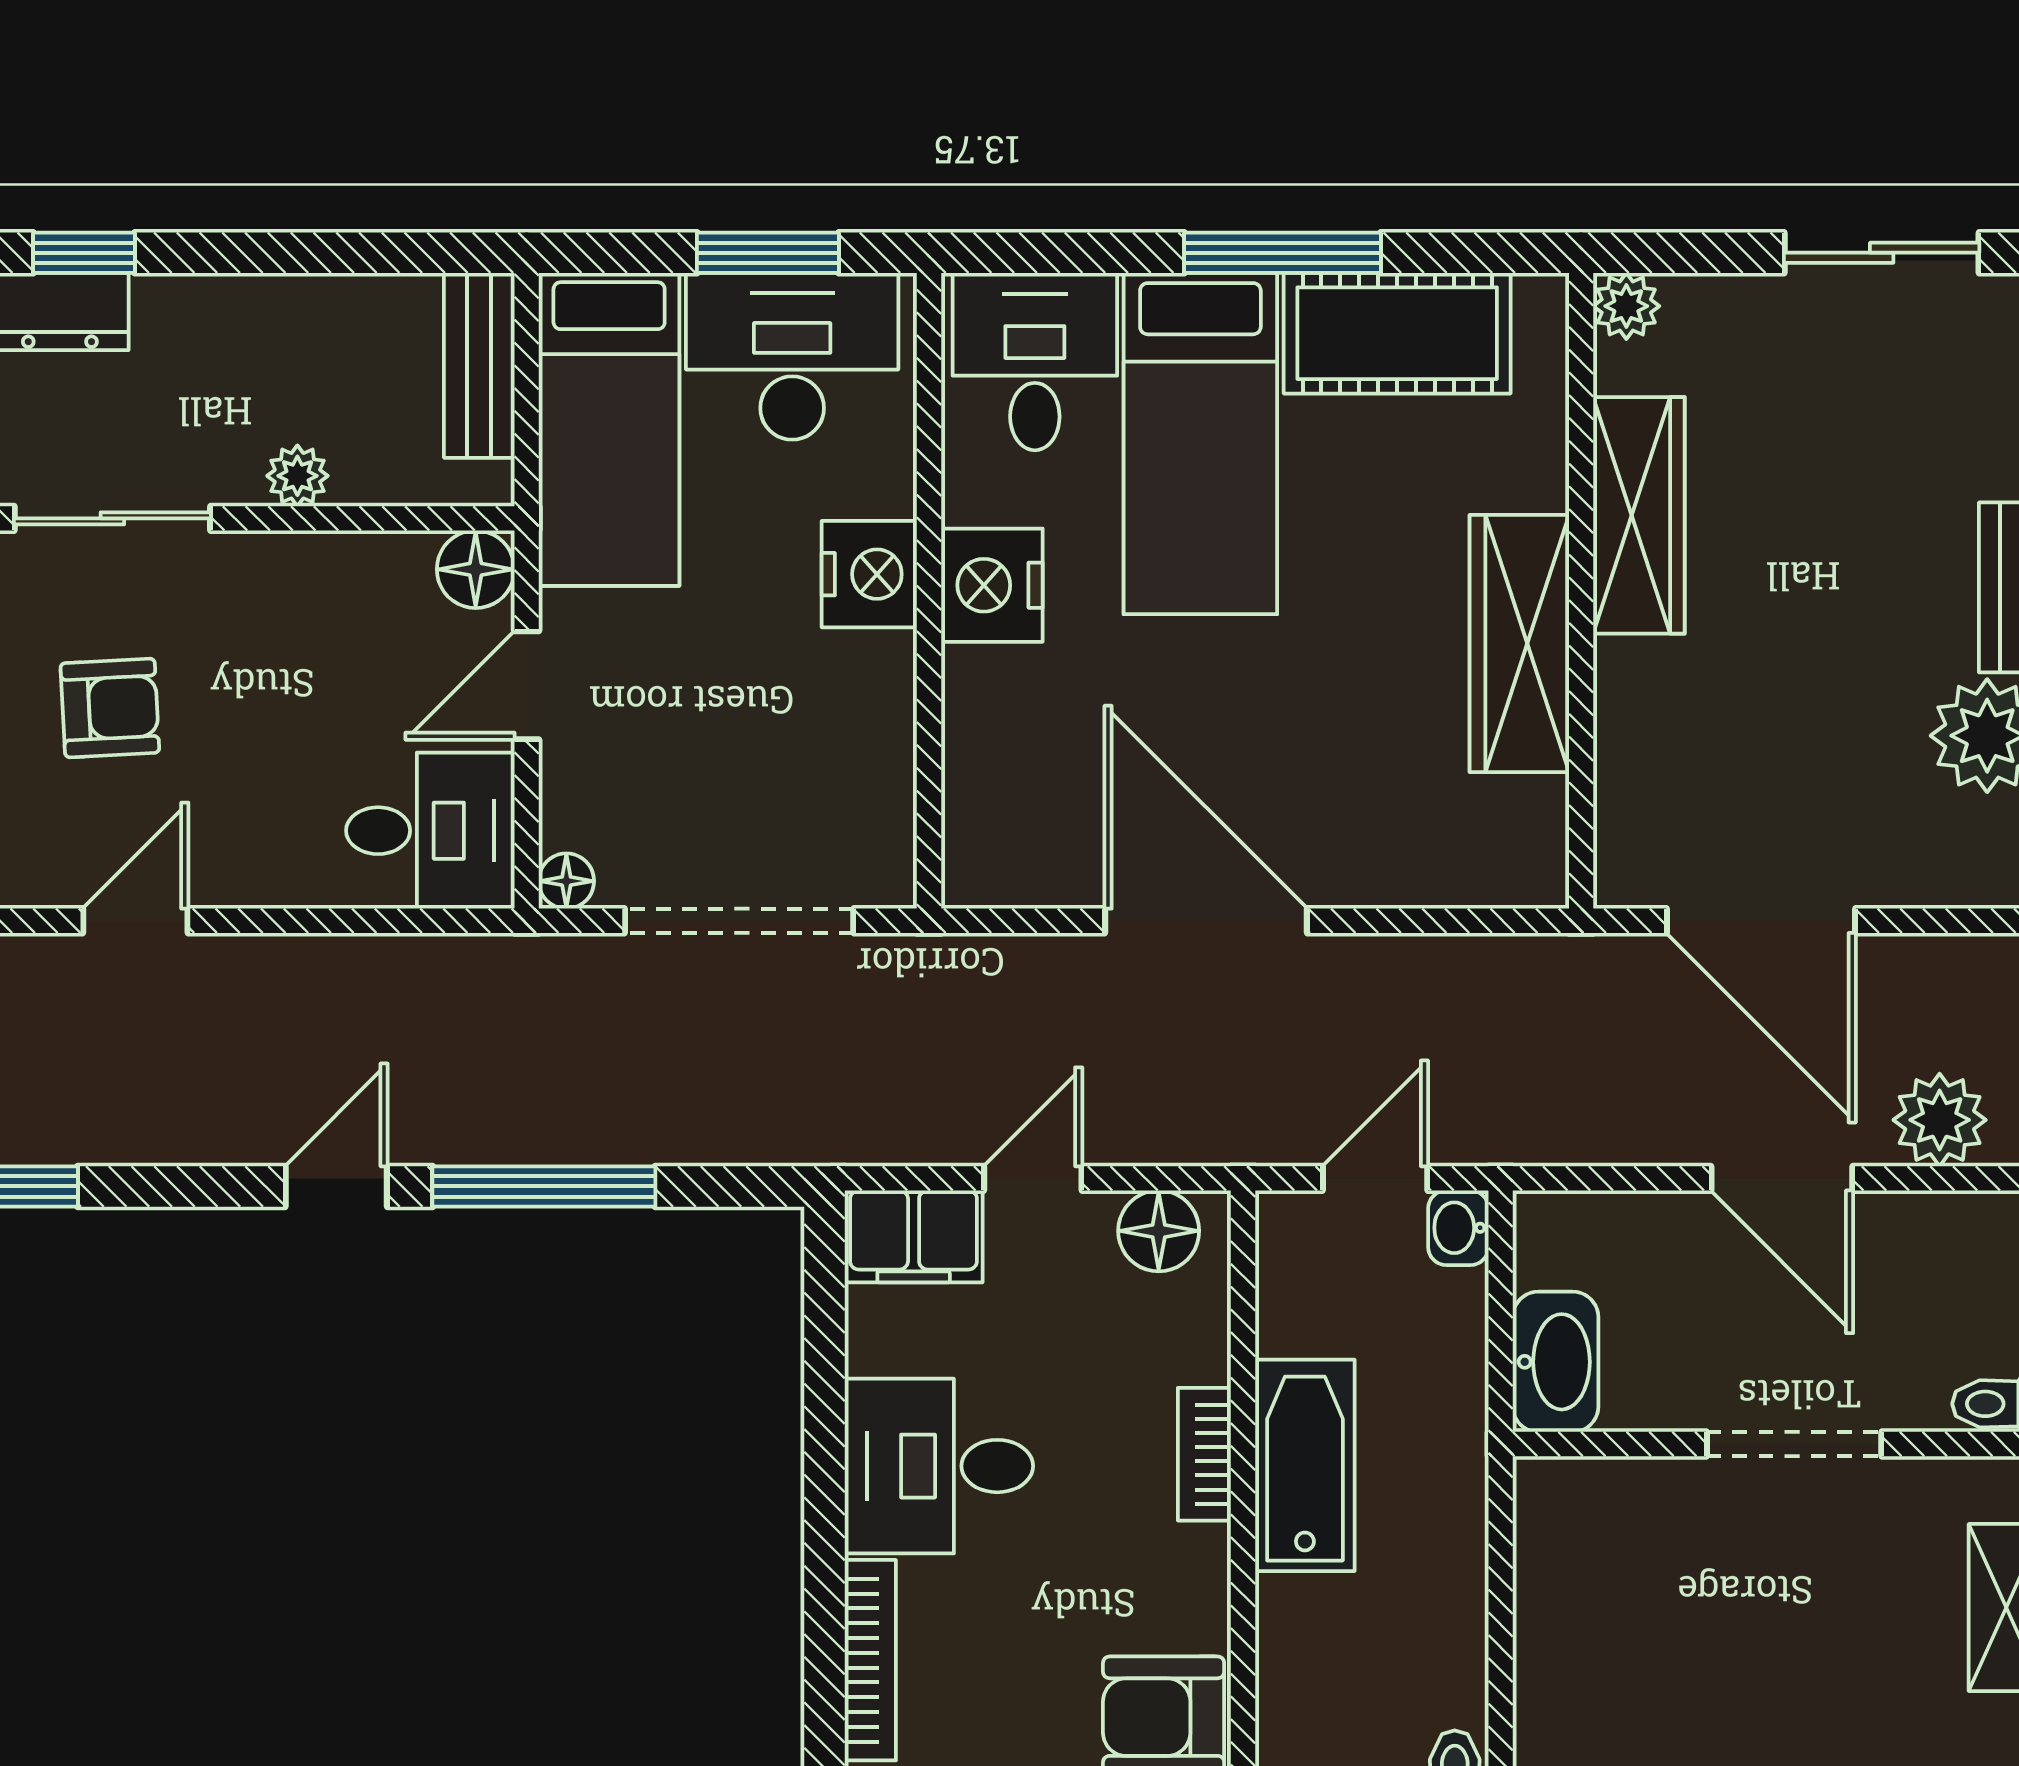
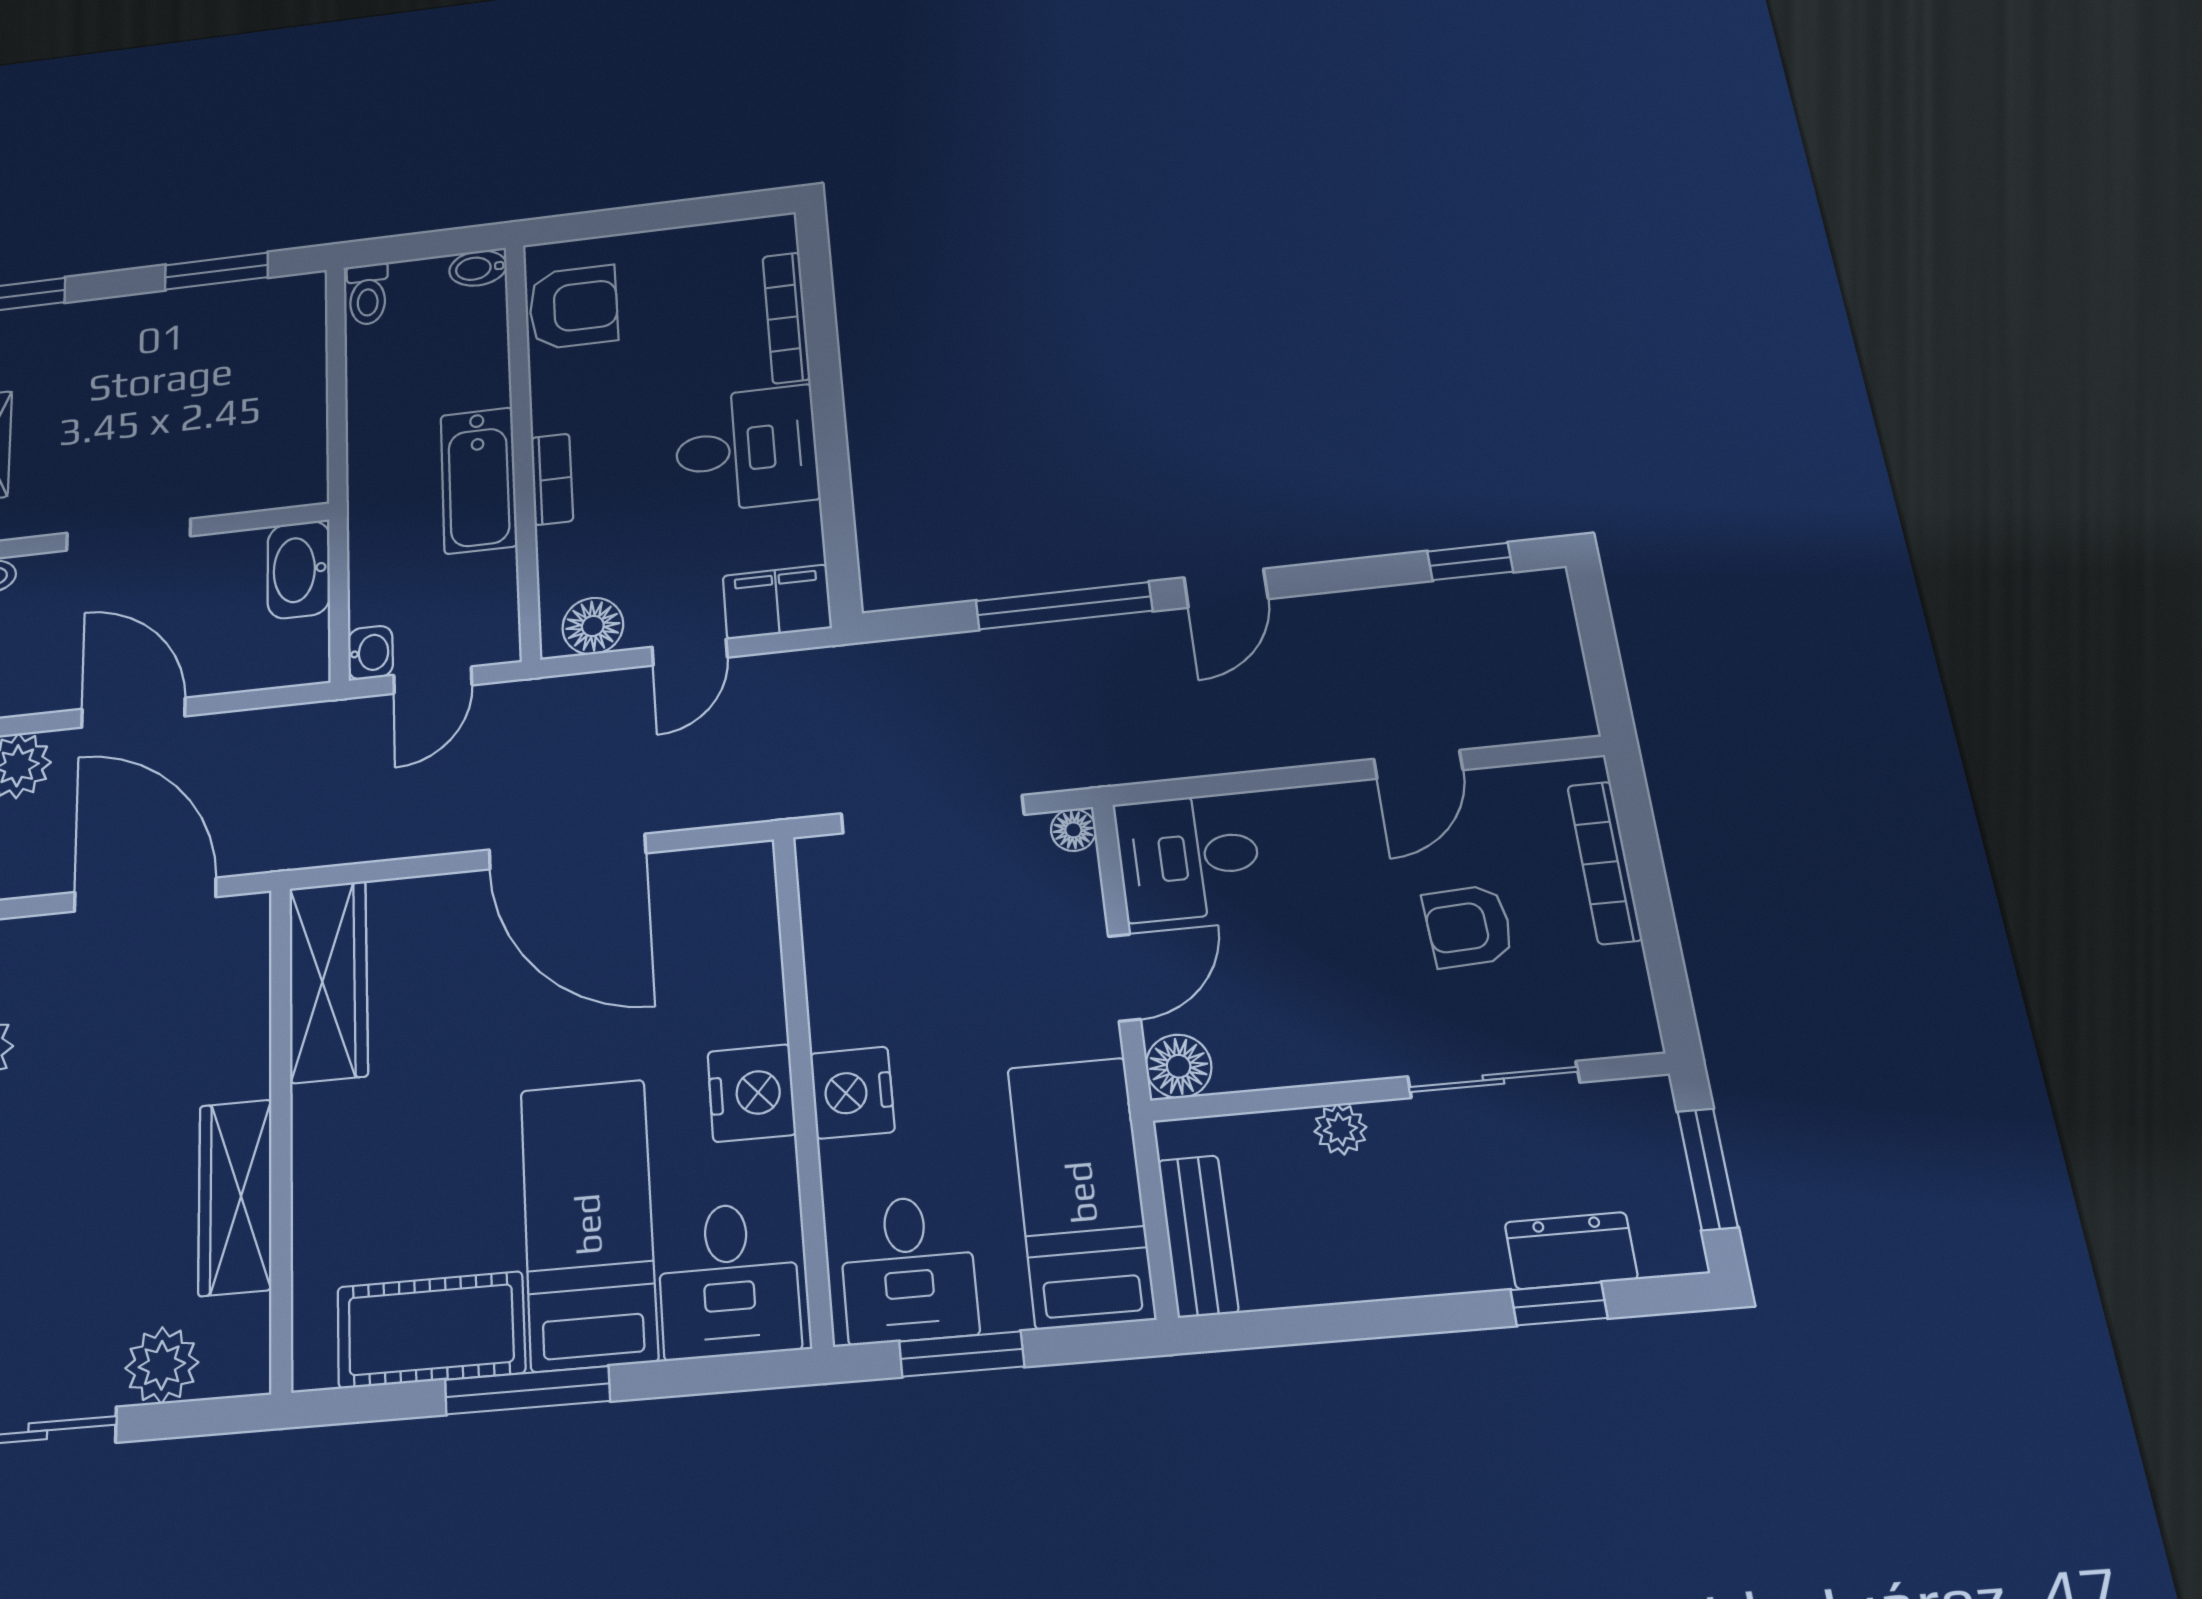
plant: (1626, 306) -> (162, 1365), moved, width x1.38, depth x1.38
desk: (792, 356) -> (908, 1269), width x0.73
wardrobe: (1519, 644) -> (328, 981), moved

